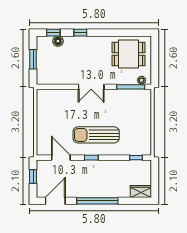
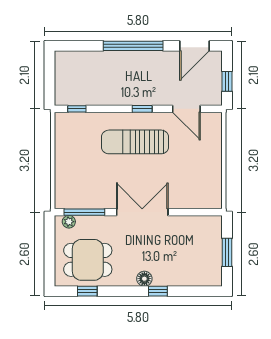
window: (53, 33) -> (87, 291), moved
floor lamp: (58, 41) -> (144, 279), moved
double door: (91, 87) -> (142, 212), width x1.37
sun lounger: (96, 135) -> (135, 142), turned 180
wardrobe: (141, 191) -> (70, 60), removed

